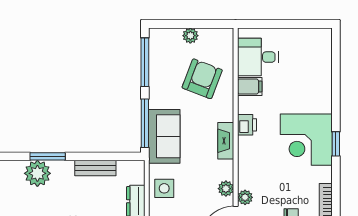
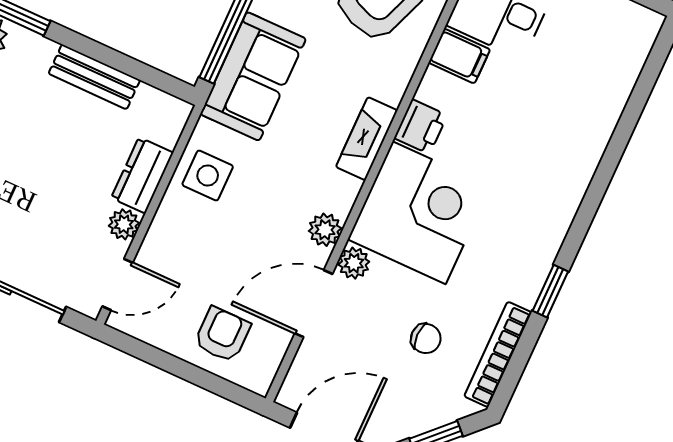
corner desk: (306, 140) -> (419, 213), moved, turned 180
window: (336, 144) -> (550, 291), moved

